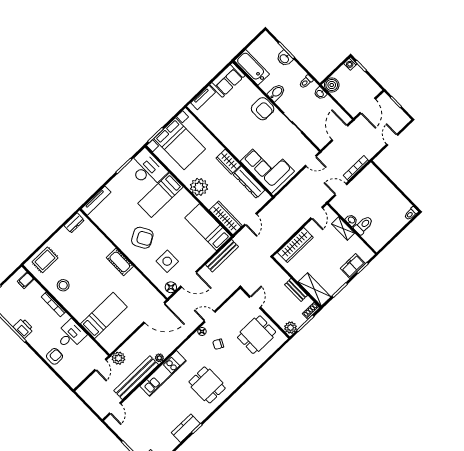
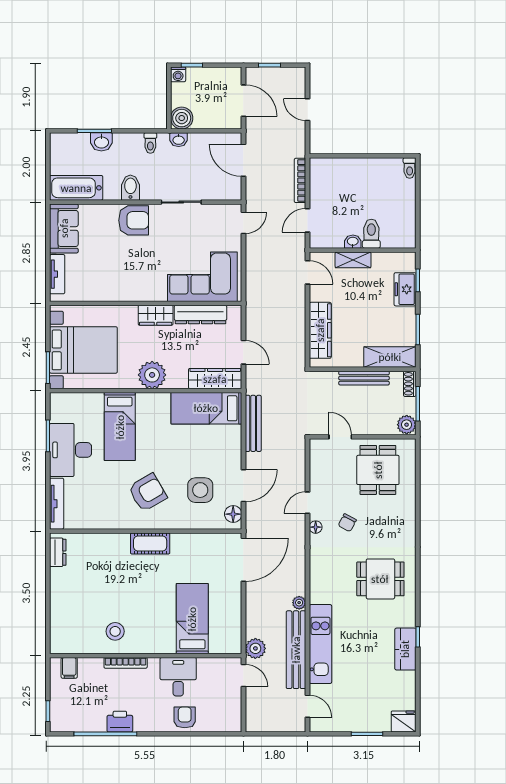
desk: (147, 169) -> (71, 450), moved, turned -90
rug: (45, 260) -> (67, 624), removed
bench: (296, 290) -> (364, 378), width x1.36
kitchen unit: (163, 373) -> (320, 644), moved

